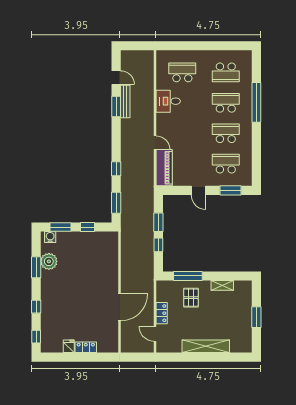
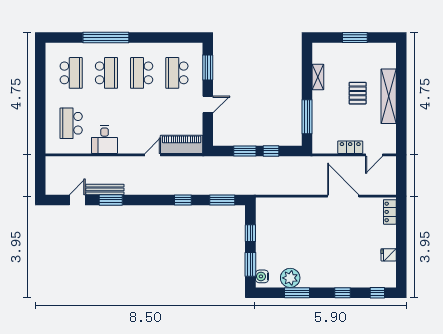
school desk: (226, 103) -> (106, 73), turned 180
pallet: (191, 298) -> (358, 93), moved, turned 90
locker: (86, 347) -> (390, 212), moved

